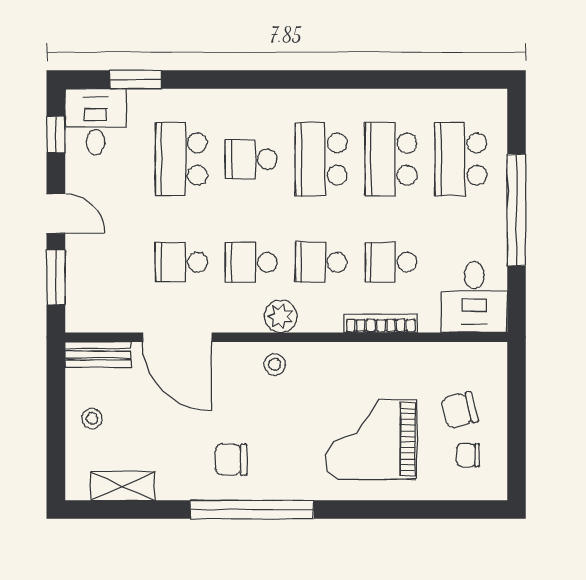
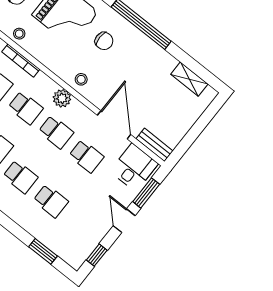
desk: (96, 122) -> (134, 167), moved, turned 180
school desk: (181, 159) -> (51, 201), width x0.54
stool: (92, 418) -> (19, 34), moved
chair: (231, 460) -> (104, 41), moved

